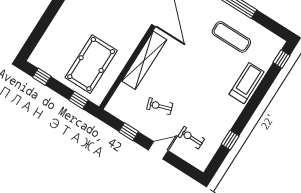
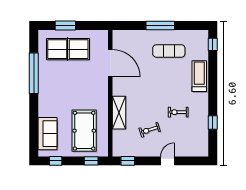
sofa: (51, 43) -> (48, 134), added
shelving: (144, 60) -> (119, 113), width x0.68
window: (129, 132) -> (128, 161), moved
exercise bike: (191, 138) -> (178, 112), moved

